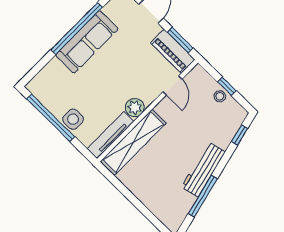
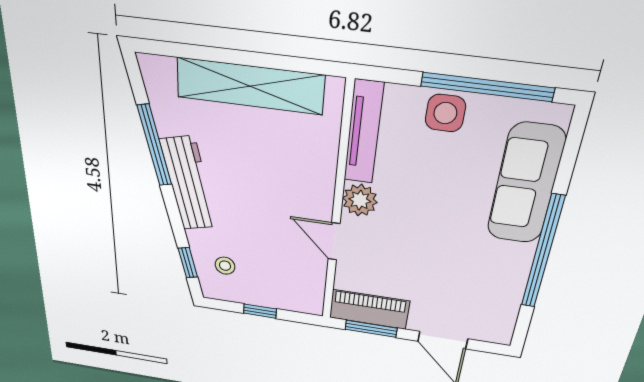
sofa: (87, 42) -> (525, 184), moved
door: (172, 85) -> (334, 241), moved
stool: (220, 96) -> (225, 266), moved
shelving: (133, 142) -> (250, 86), moved, turned 90

